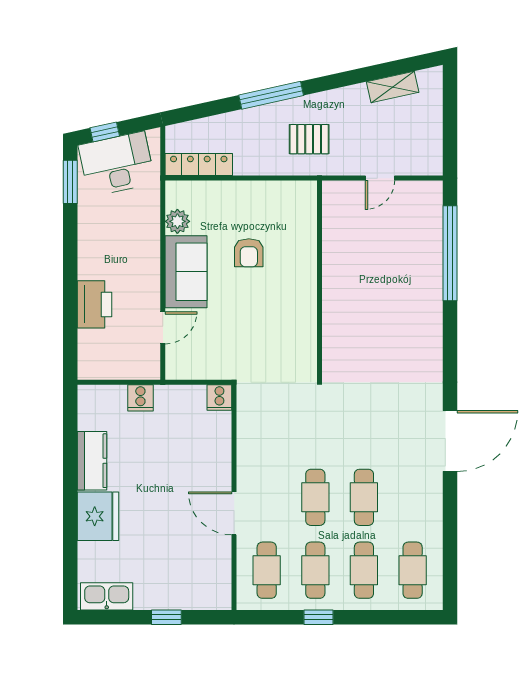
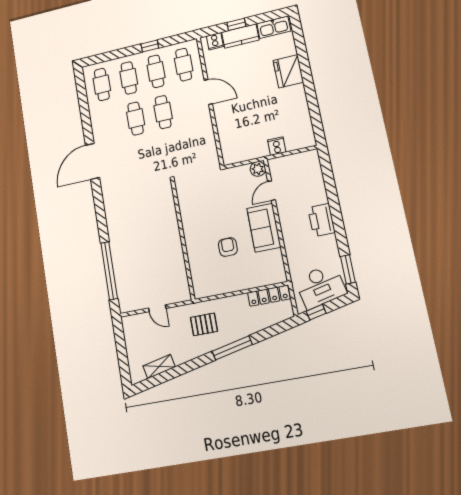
window: (105, 132) -> (316, 312), moved
door: (380, 178) -> (157, 308), swing flipped
plant: (177, 221) -> (258, 169), moved
printer: (94, 304) -> (322, 220), moved
cooker: (219, 397) -> (215, 41), moved, turned 180
kitchen counter: (92, 461) -> (240, 36), moved, turned -90

